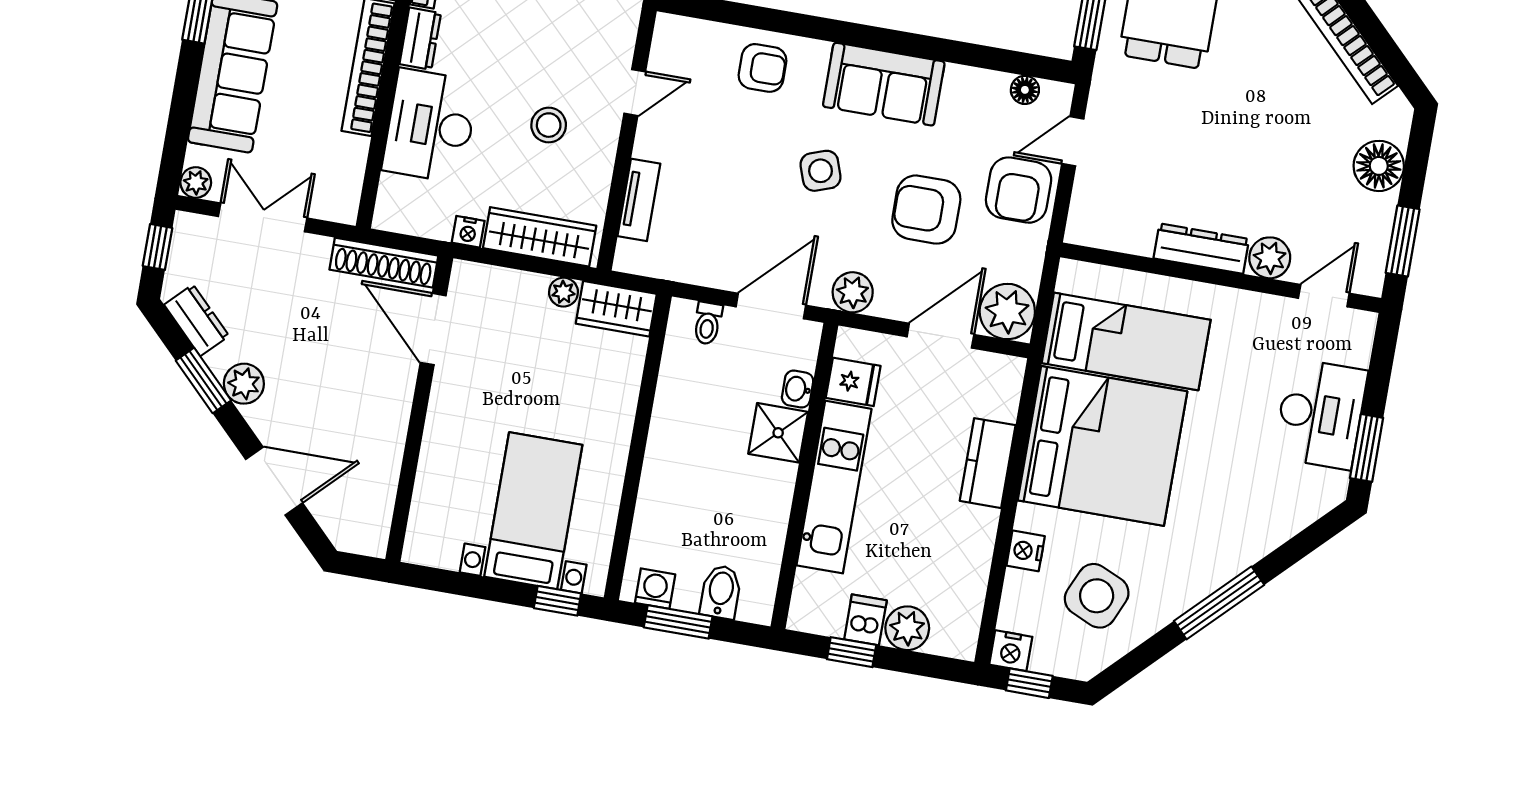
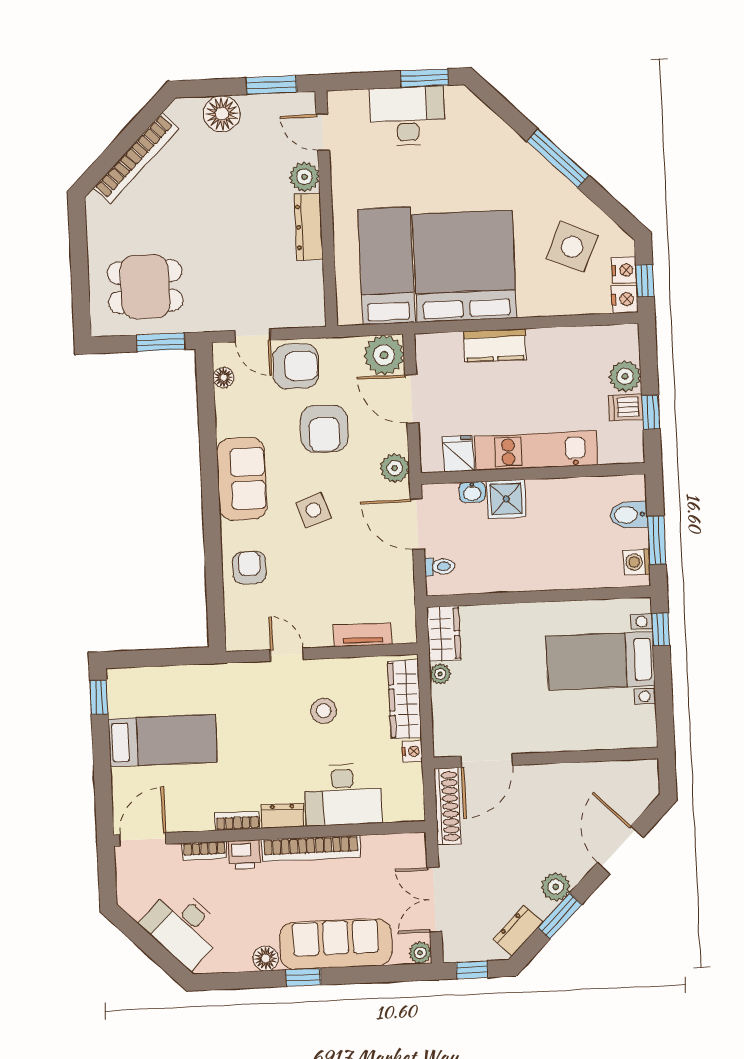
nightstand: (1026, 551) -> (624, 270), moved, turned -90

